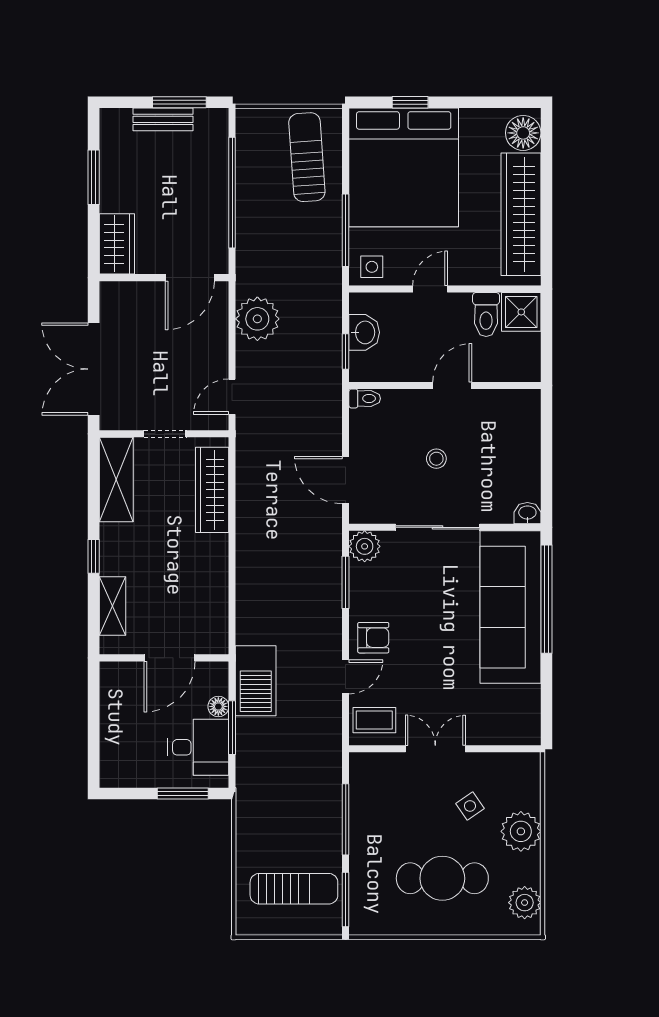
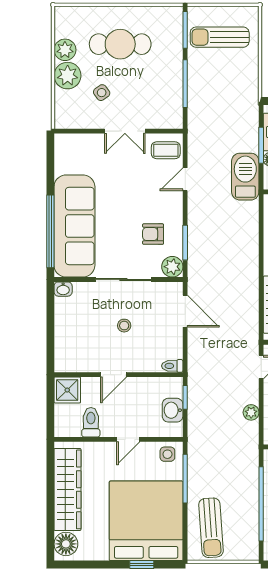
shower: (521, 312) -> (67, 390), moved
plant: (257, 319) -> (251, 412), width x0.53, depth x0.53
armchair: (373, 638) -> (153, 234), moved
plant: (525, 903) -> (65, 50), moved

